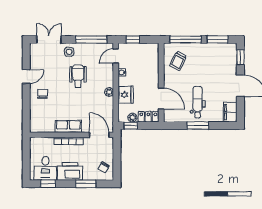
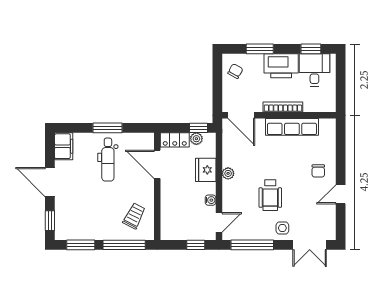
row of seats: (68, 126) -> (292, 127), width x1.48

